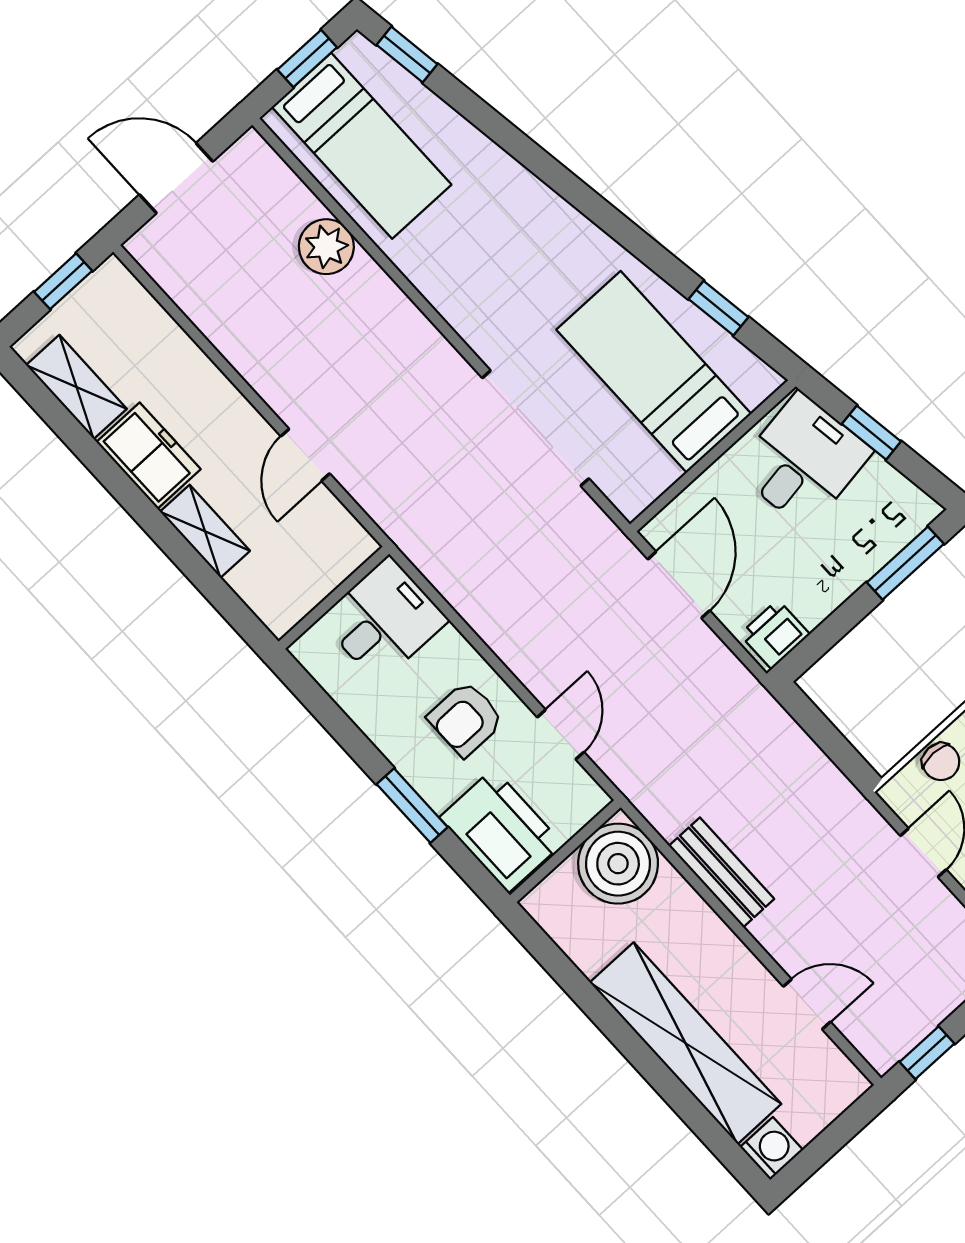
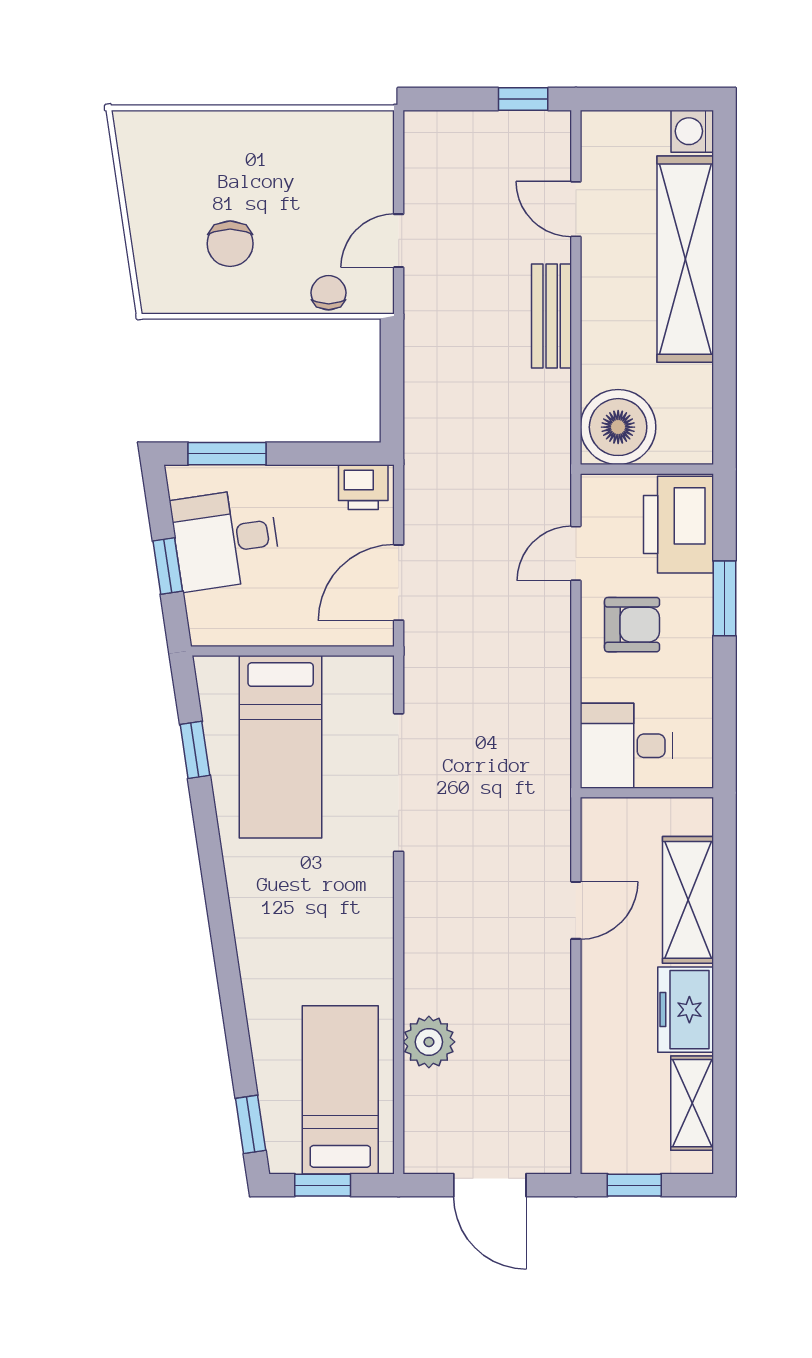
desk: (803, 461) -> (226, 539), moved
shelving: (205, 531) -> (688, 900), width x1.50, depth x1.33
bench: (721, 872) -> (552, 316), moved

